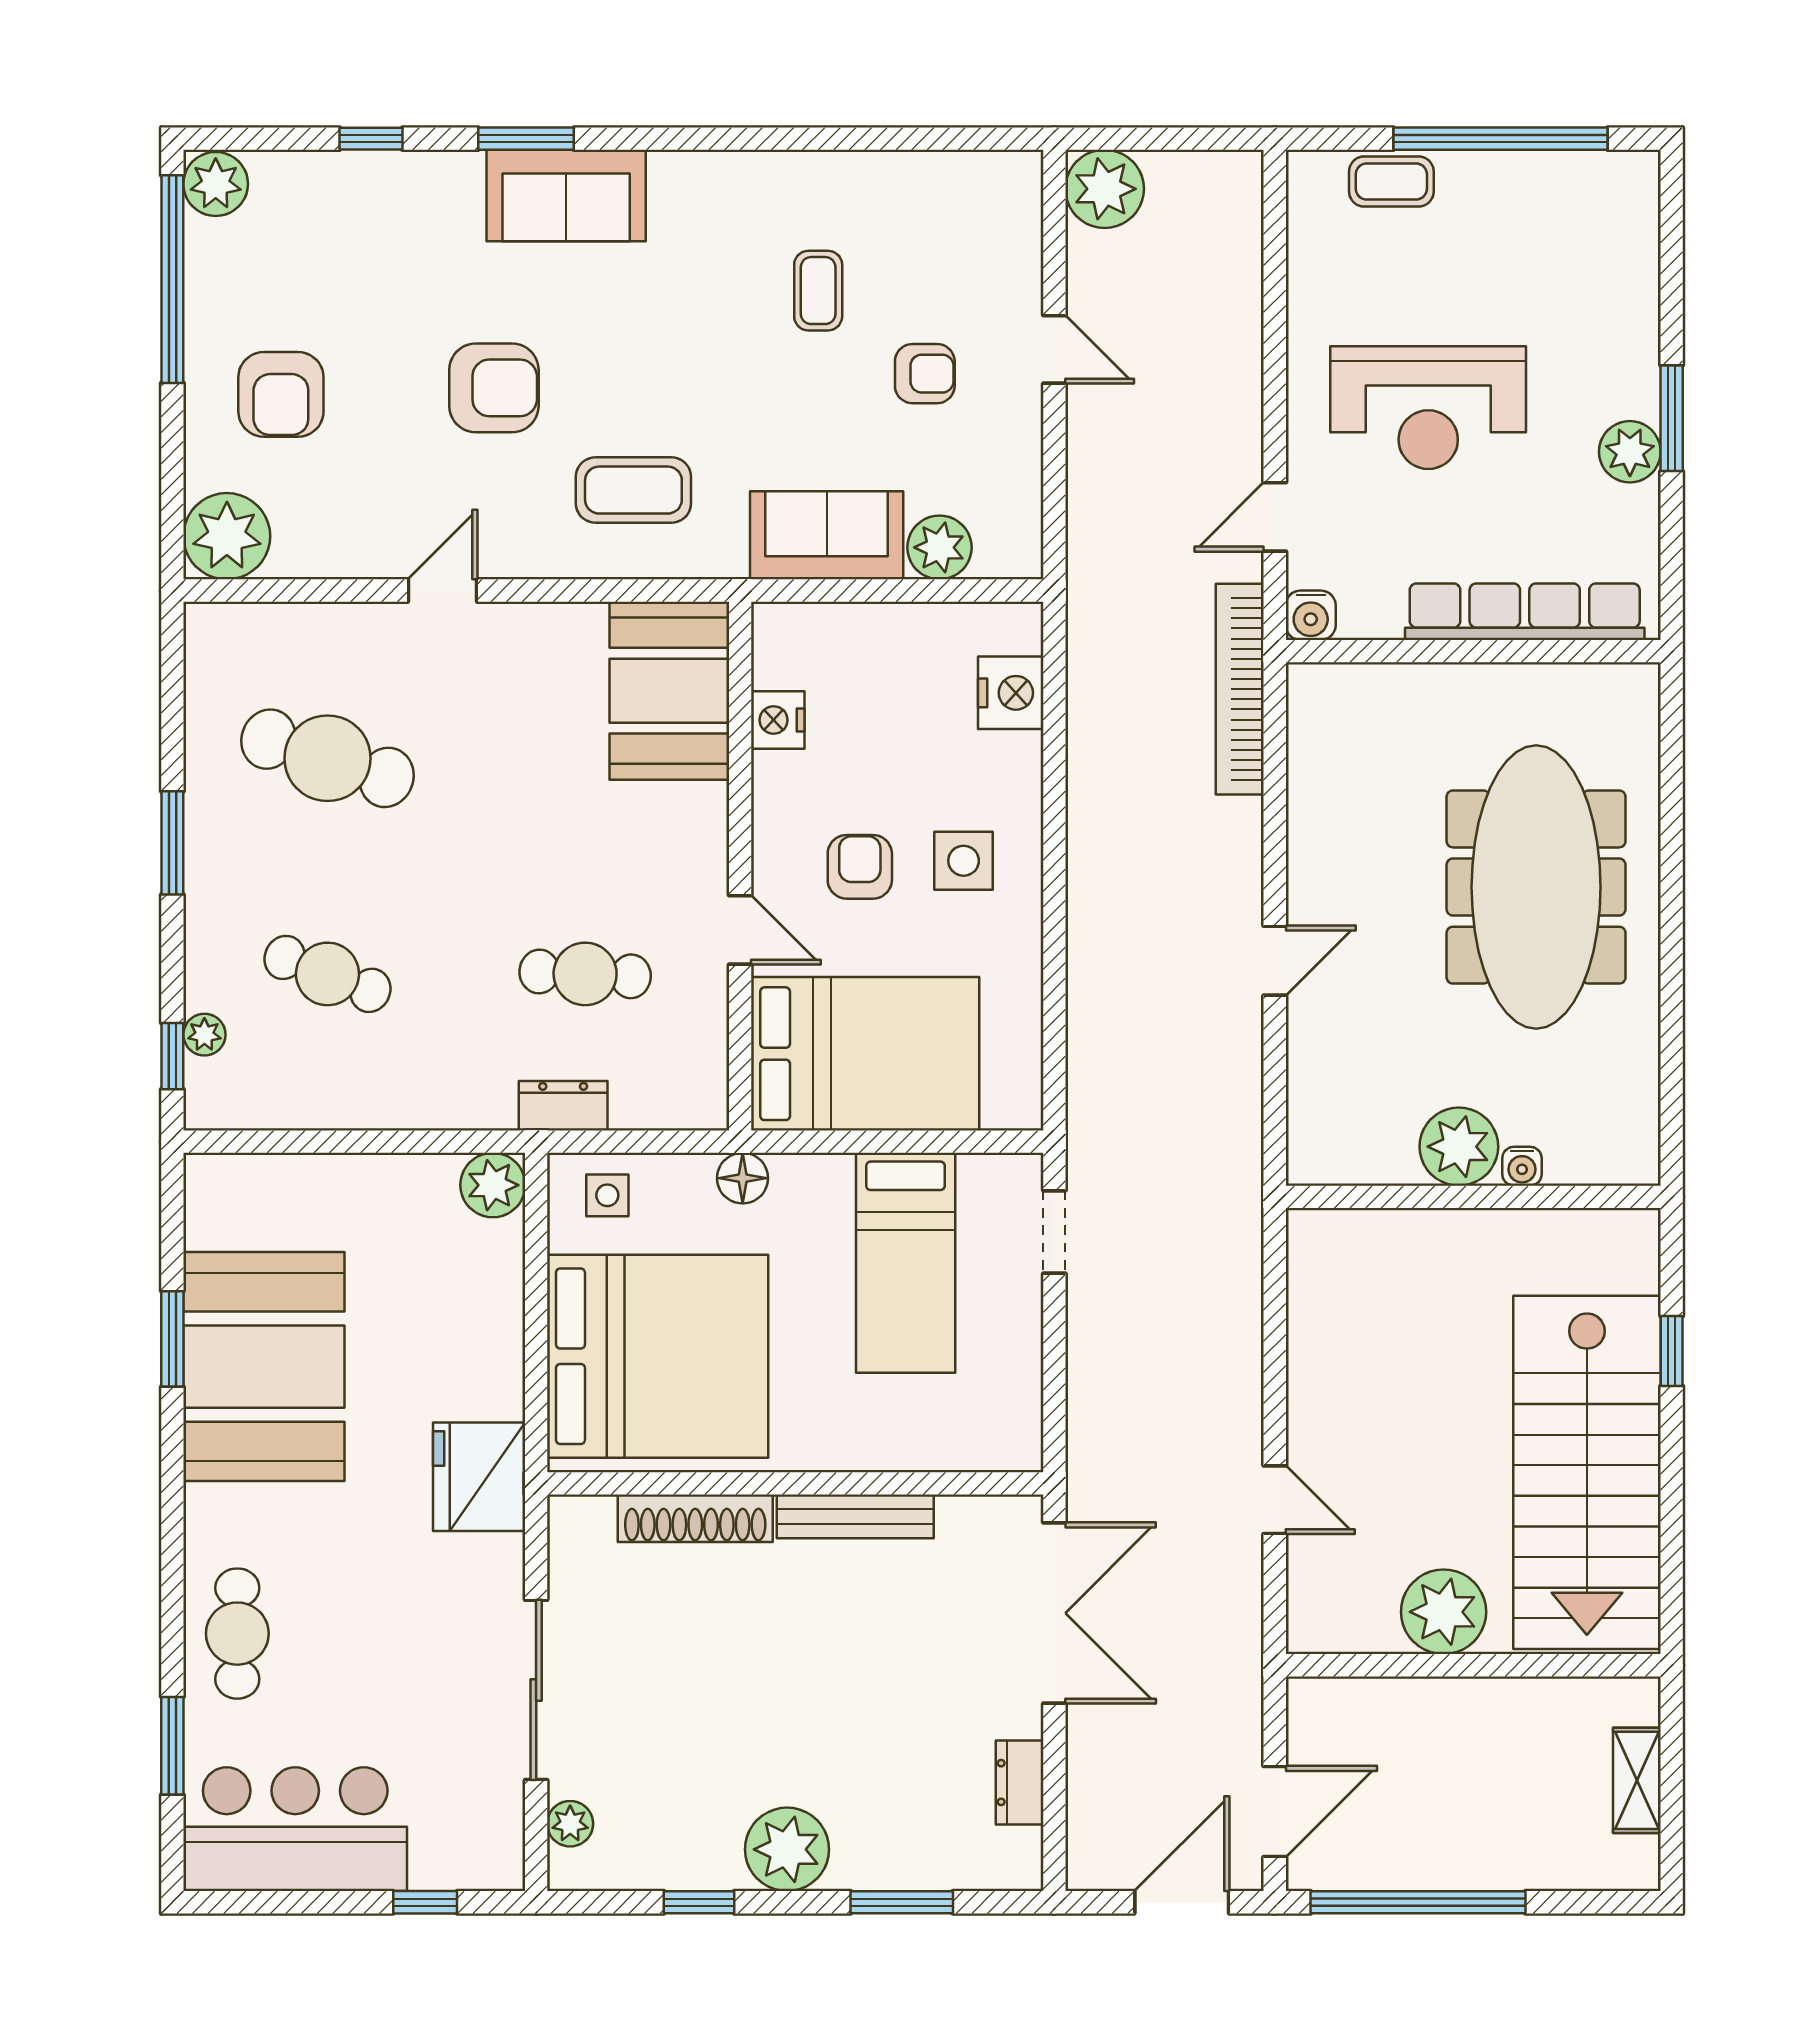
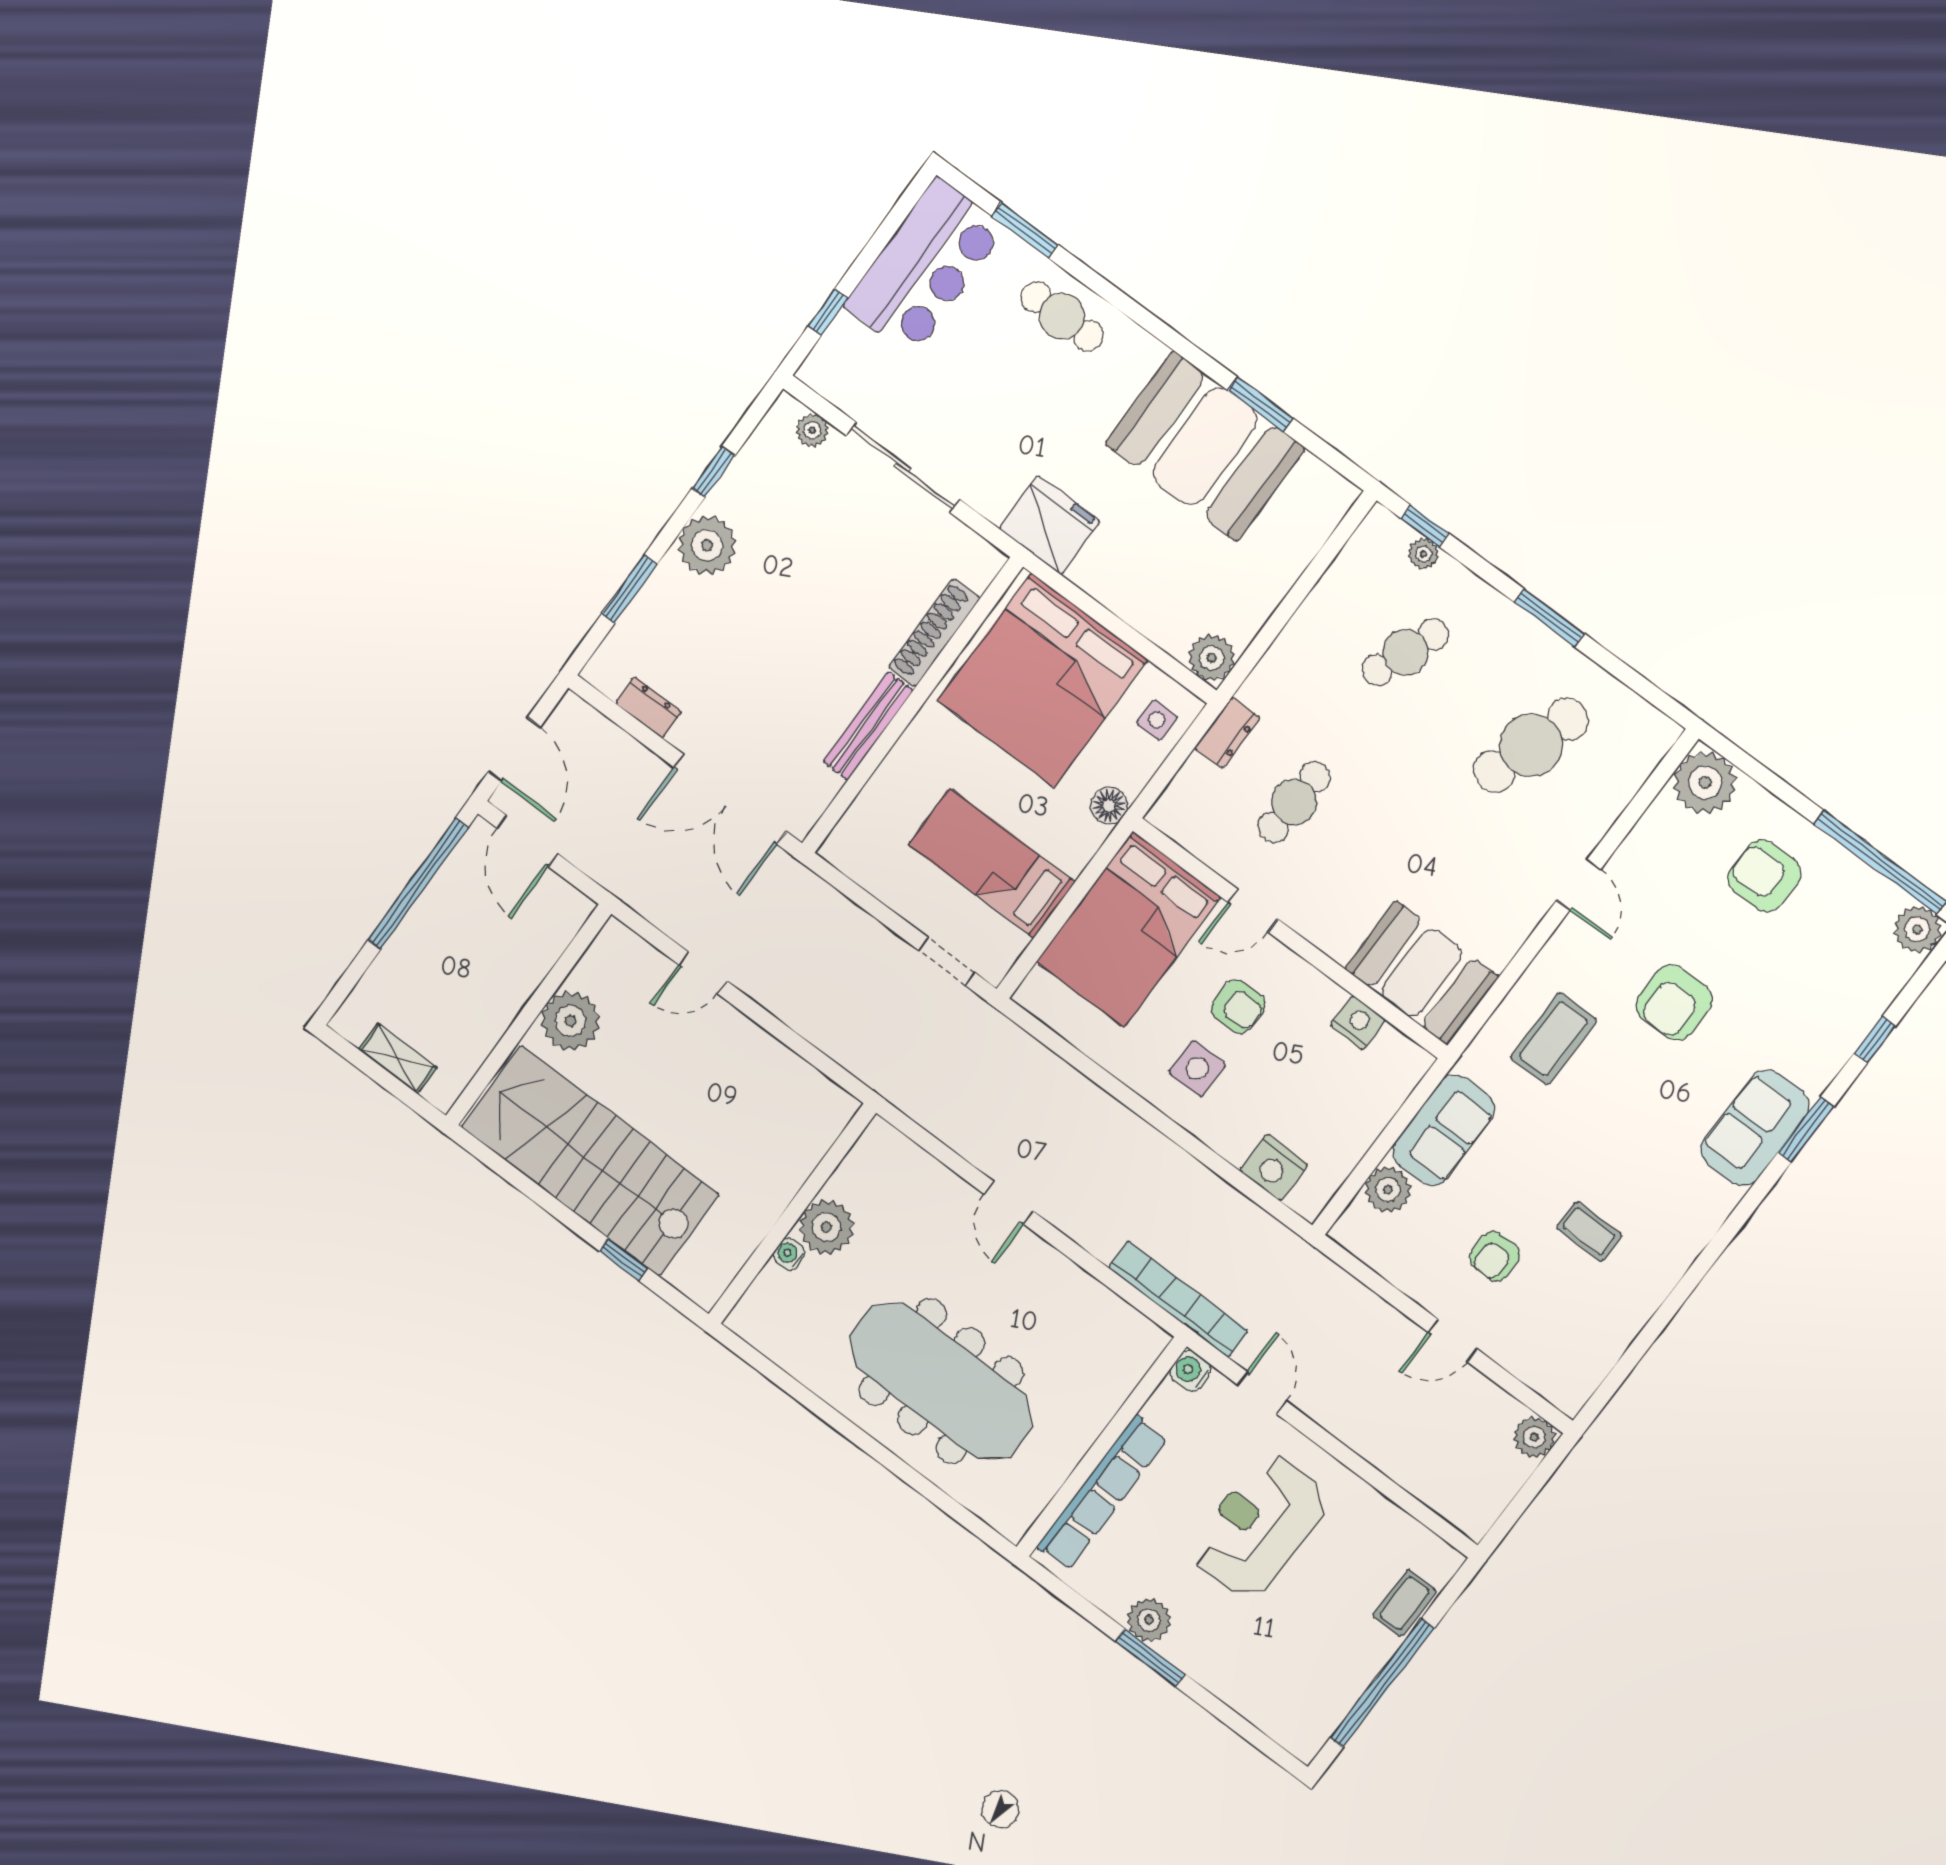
plant: (1105, 189) -> (1534, 1437), width x0.73, depth x0.73

